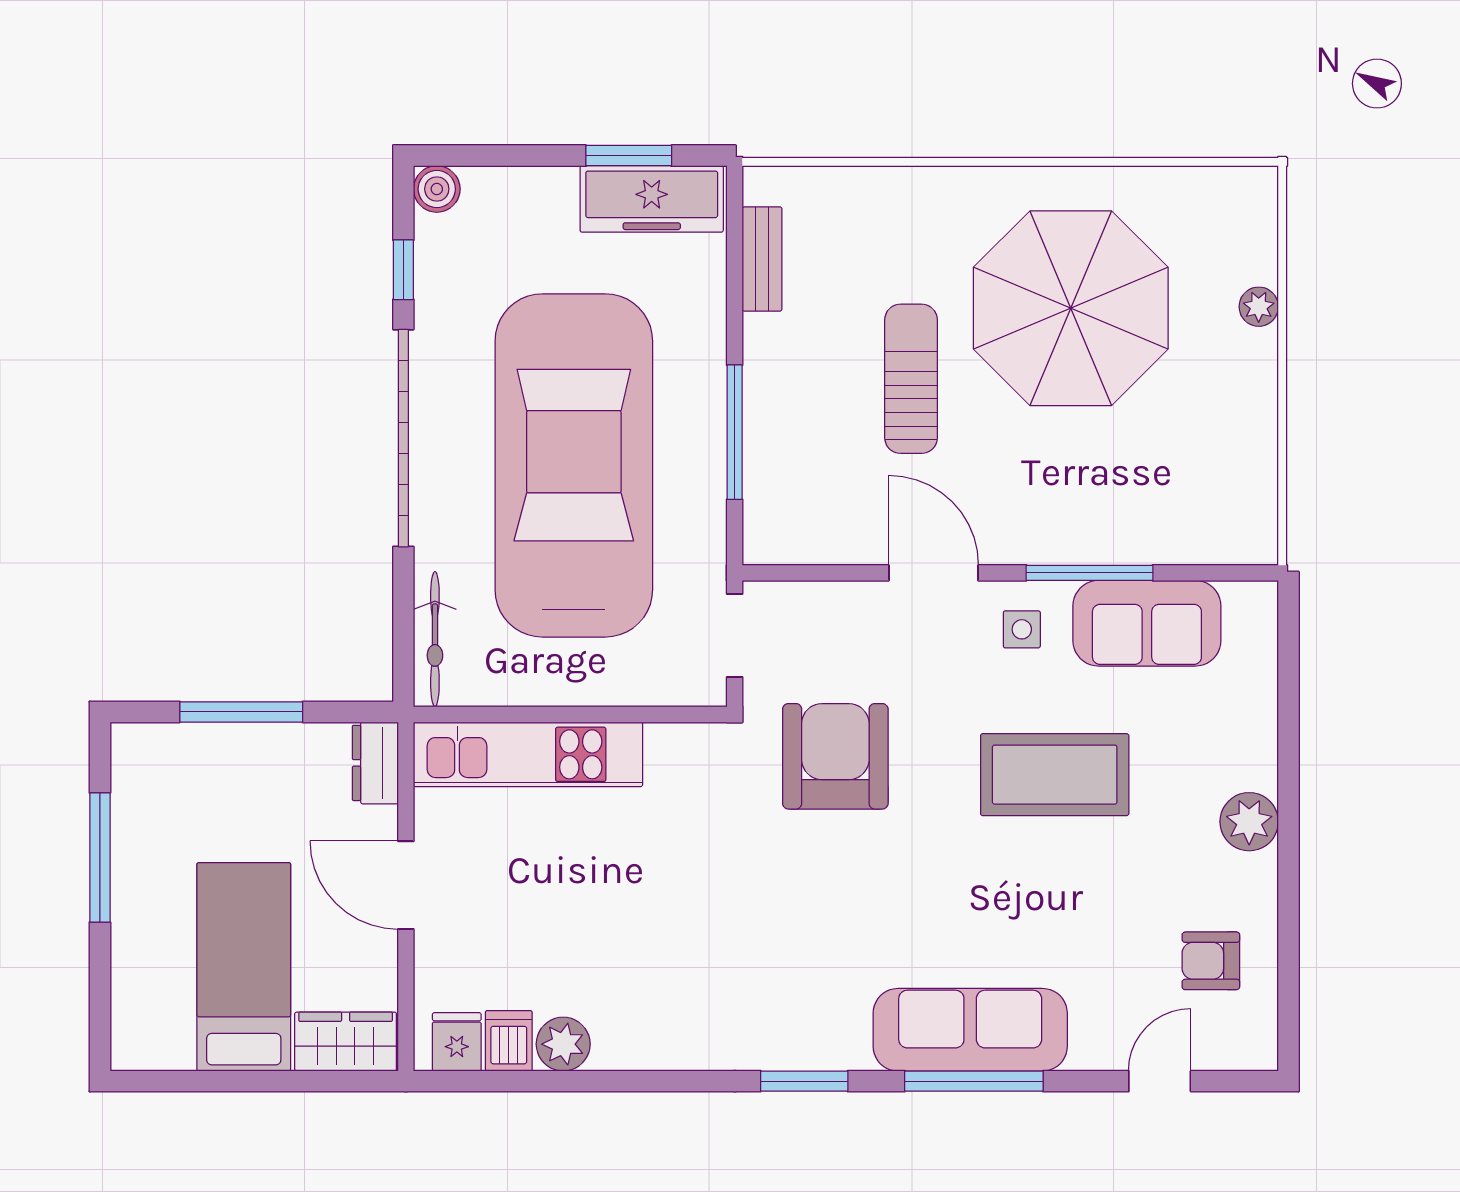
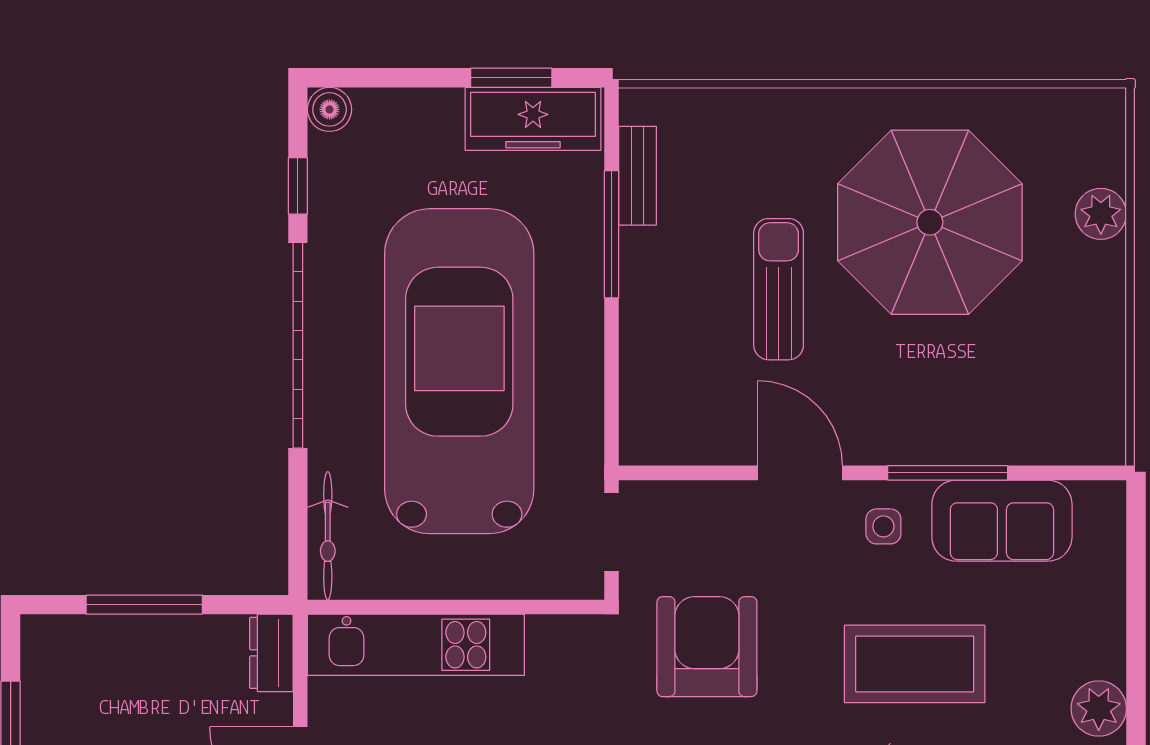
plant: (1259, 307) -> (1101, 214), width x1.38, depth x1.38
window: (735, 432) -> (612, 234), moved

